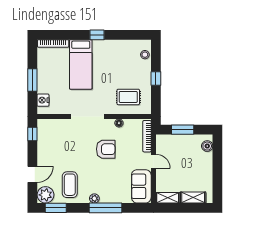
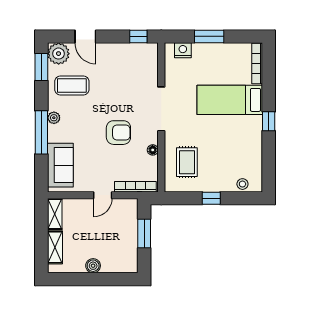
boiler: (207, 146) -> (93, 266), moved
armchair: (106, 149) -> (118, 133), turned -90
sofa: (141, 186) -> (60, 165), moved, turned 90

